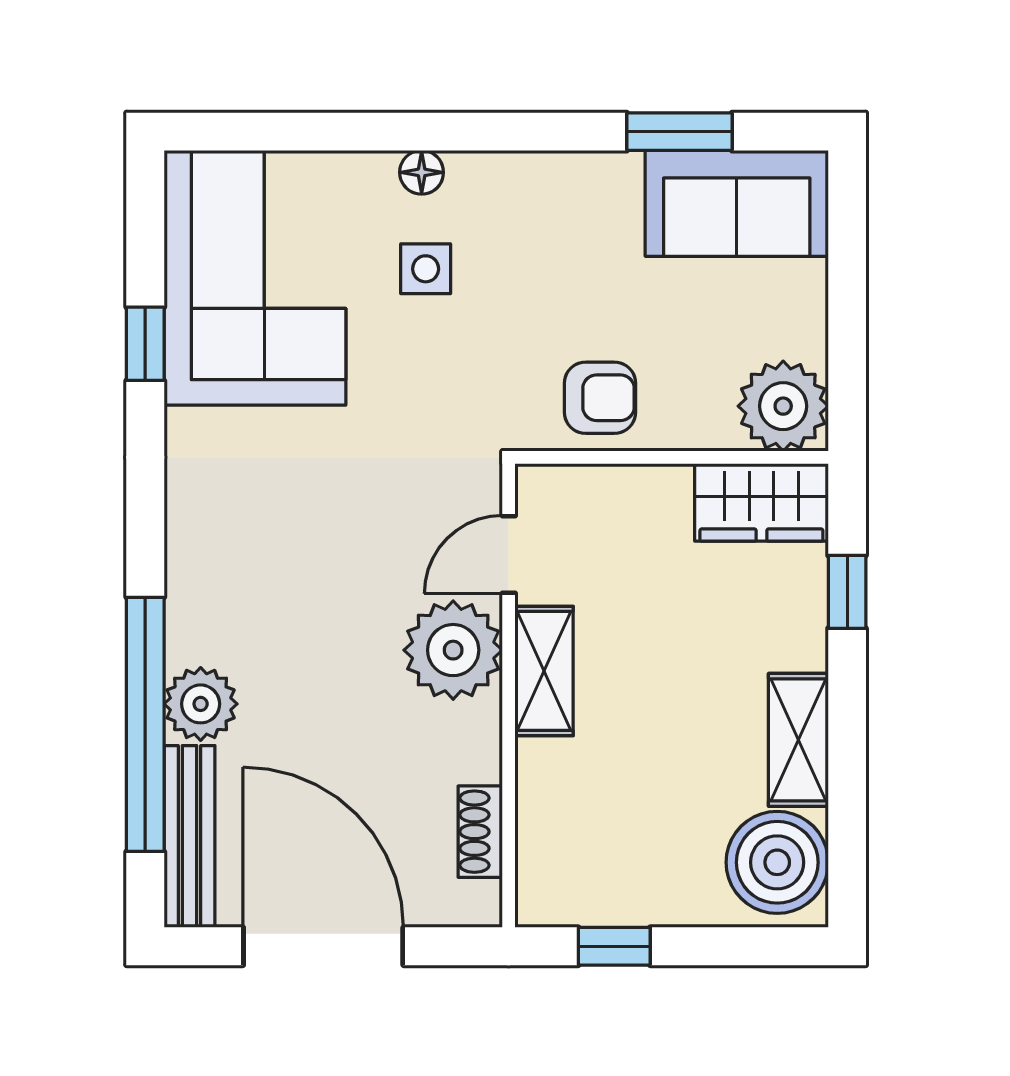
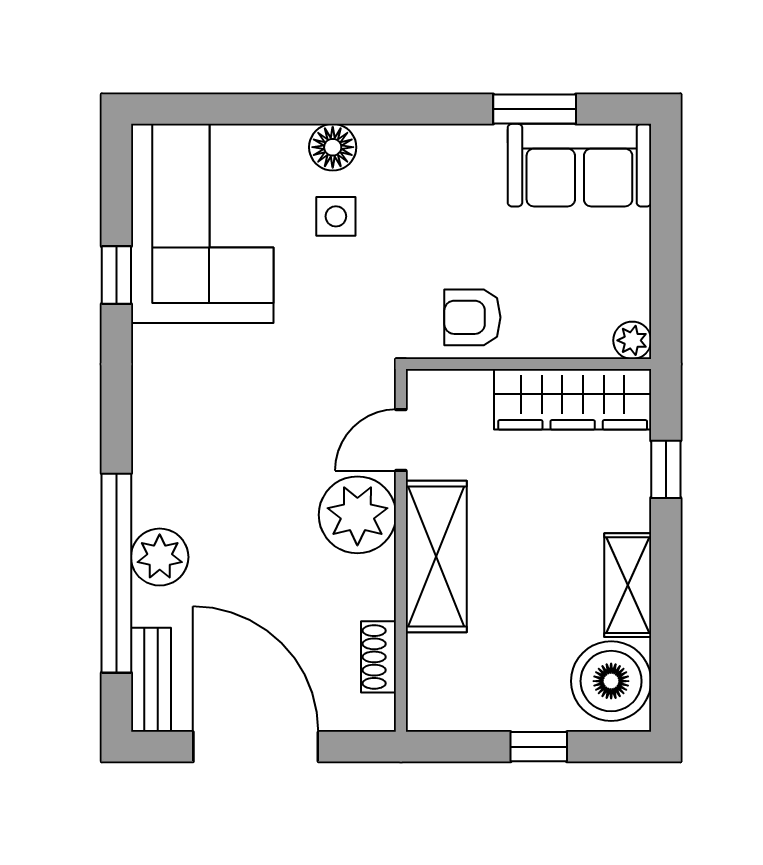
floor lamp: (422, 172) -> (333, 147), width x1.37, depth x1.37
armchair: (600, 398) -> (472, 317), turned 180
plant: (783, 406) -> (632, 340), width x0.53, depth x0.53
wardrobe: (761, 502) -> (573, 399), width x1.50
shelving: (544, 671) -> (436, 557), width x1.50, depth x1.33
bench: (189, 836) -> (151, 680), width x0.73
window: (614, 946) -> (539, 747), moved

